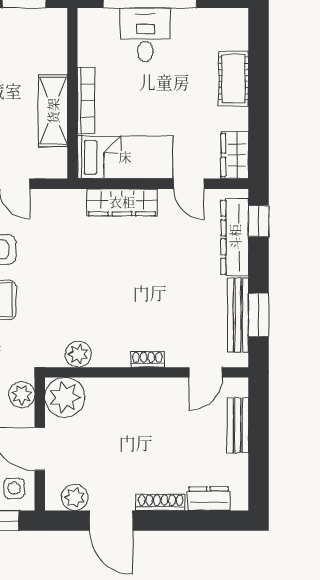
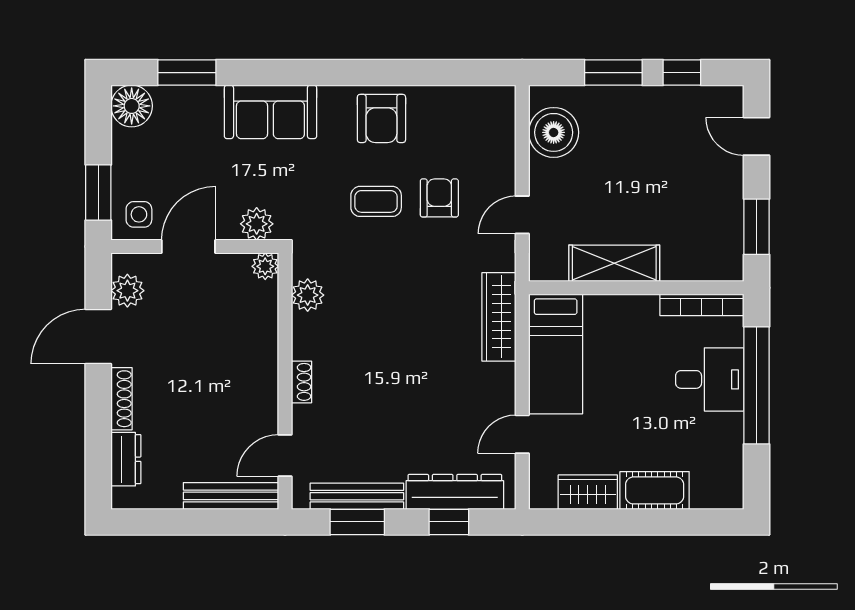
bookcase: (86, 100) -> (702, 305), moved
wardrobe: (235, 155) -> (588, 492), moved
wardrobe: (122, 202) -> (499, 317), moved
window: (258, 221) -> (449, 522), moved
door: (206, 372) -> (285, 455), hinge flipped
plant: (65, 397) -> (265, 266), width x0.53, depth x0.53
bench: (238, 425) -> (231, 496), width x1.36

